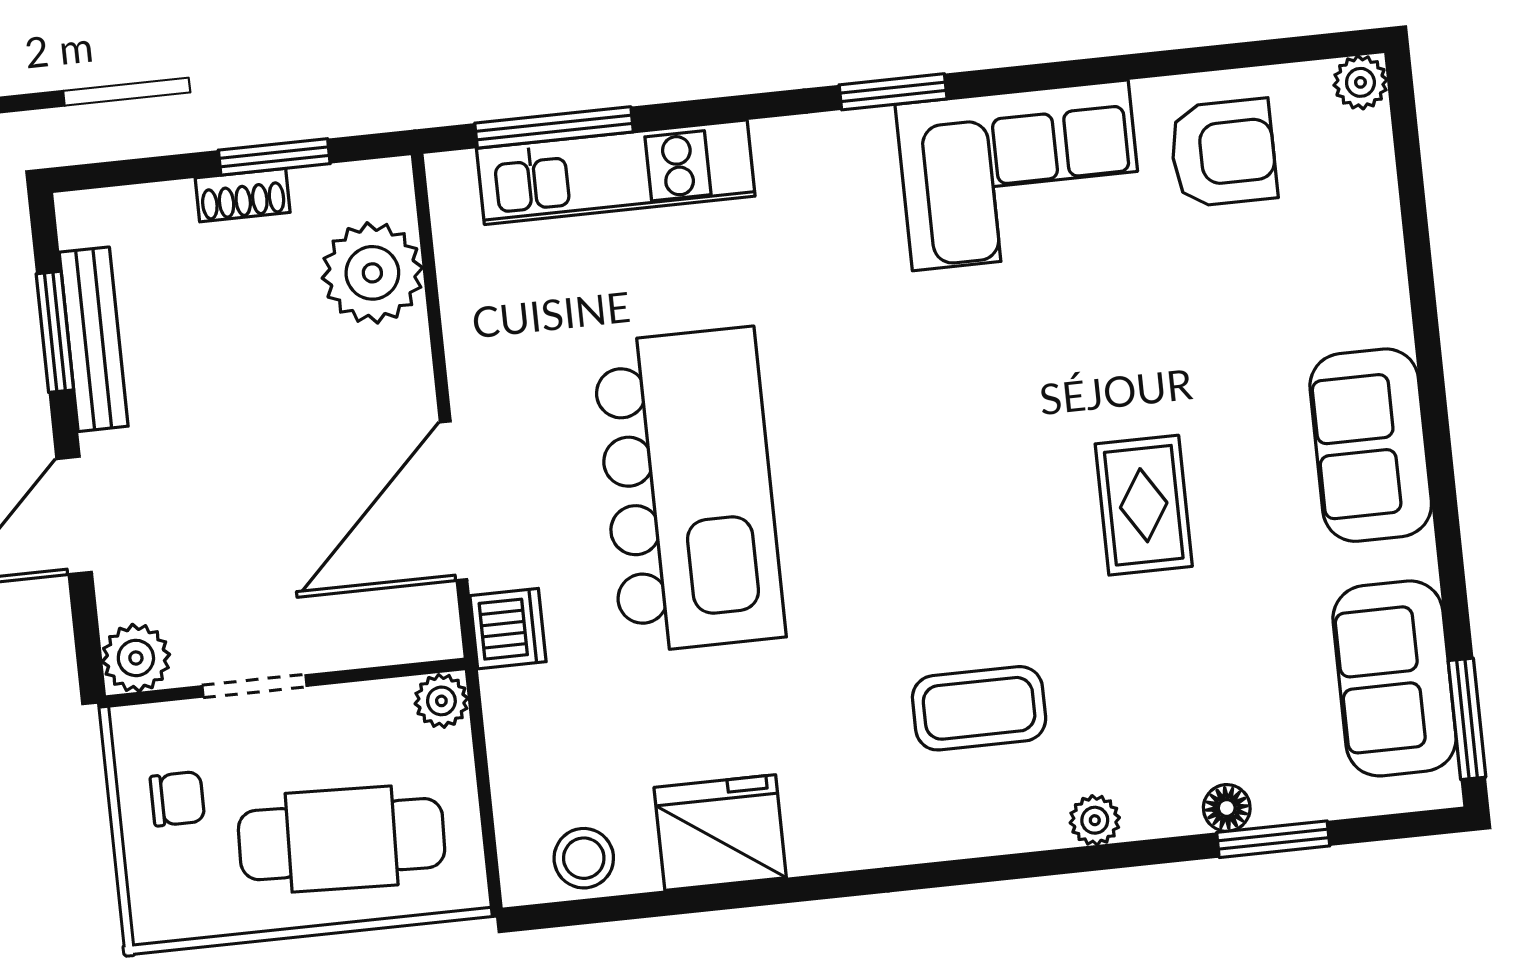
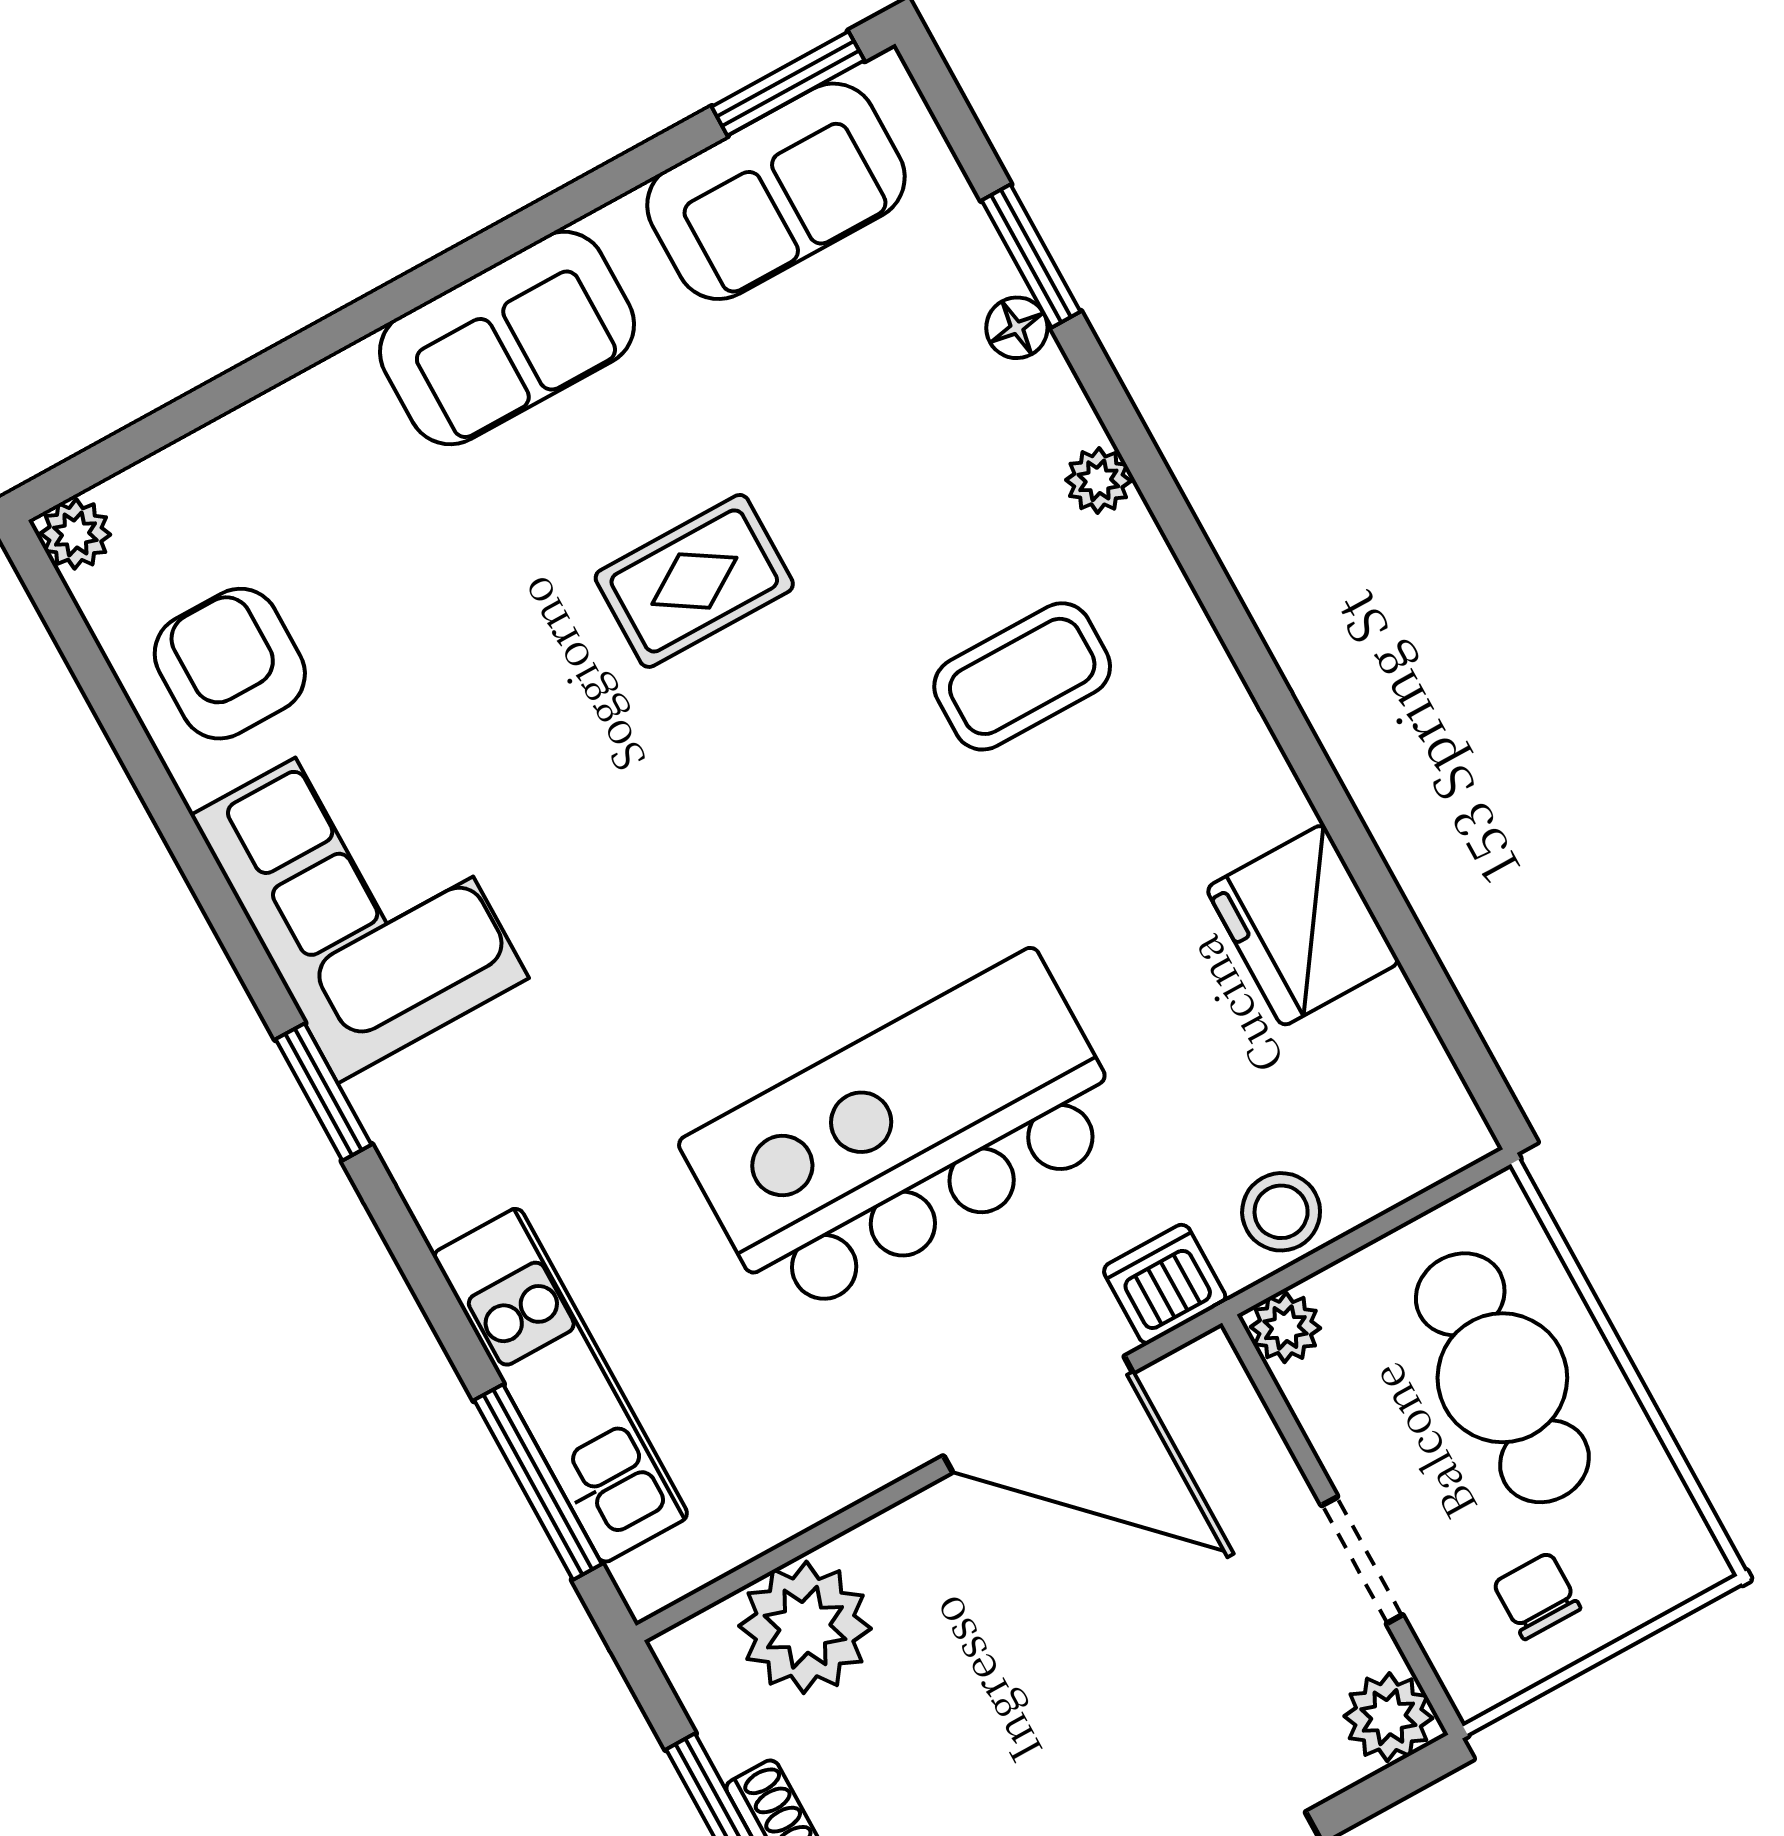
coffee table: (979, 708) -> (1022, 676), turned 90
stool: (584, 858) -> (1281, 1212), moved

